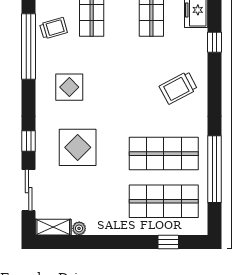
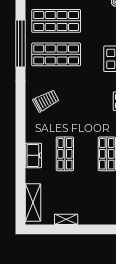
window: (214, 42) -> (21, 133), removed

